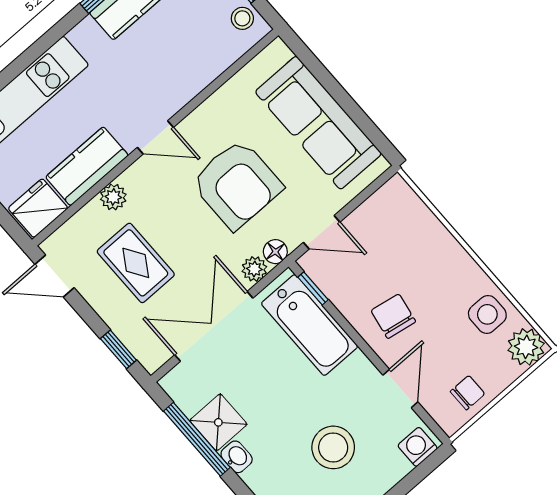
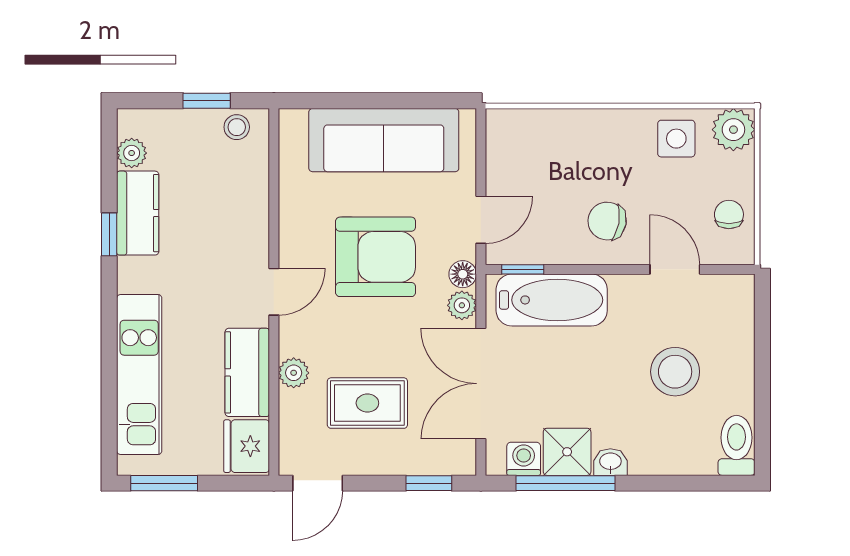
washing machine: (418, 447) -> (524, 459), moved, turned 90

